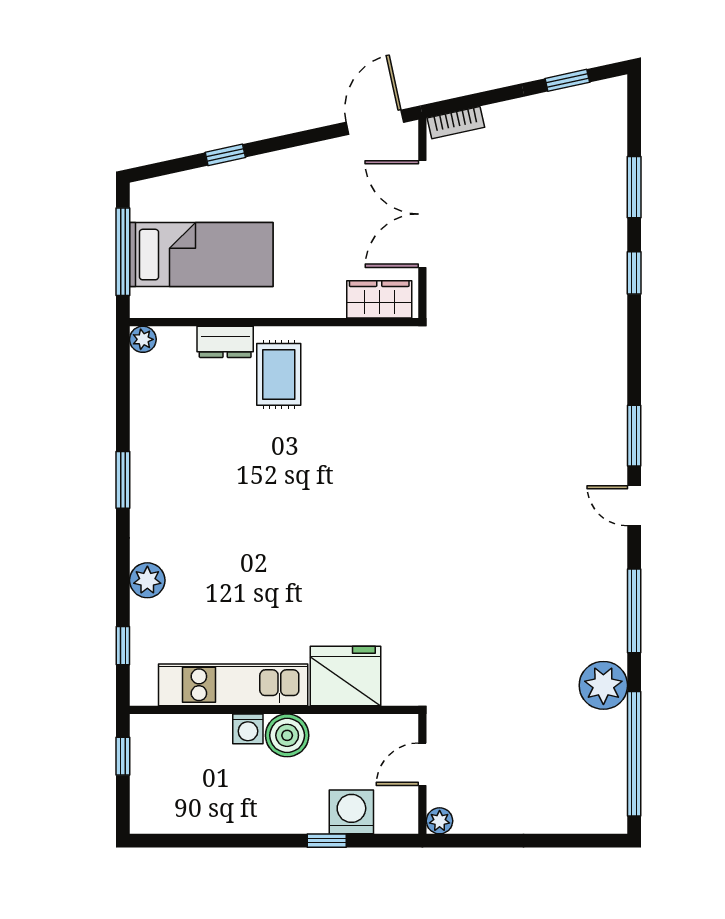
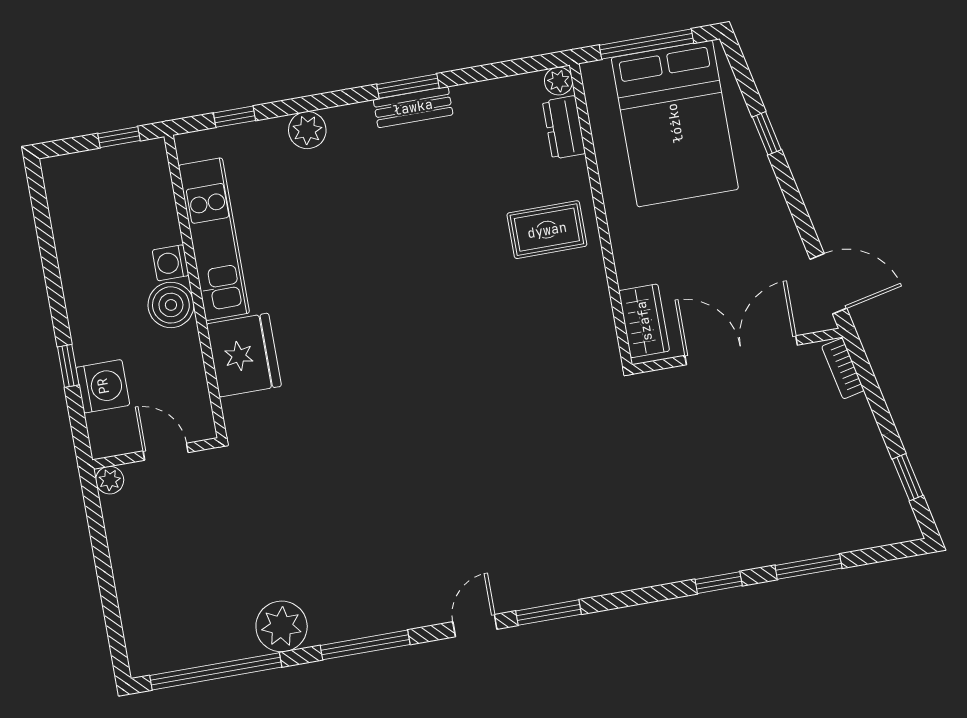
bed: (201, 255) -> (675, 123), width x1.50
dresser: (225, 342) -> (564, 127), moved
bench: (143, 478) -> (413, 107), added

